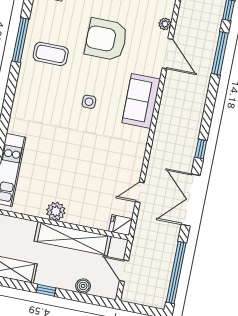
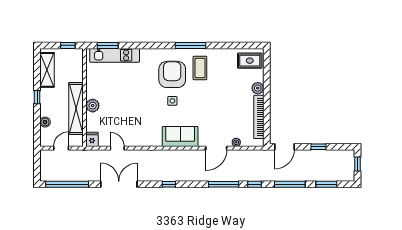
armchair: (106, 39) -> (172, 74), moved
window: (21, 40) -> (191, 45), moved
window: (201, 149) -> (169, 184), moved
plant: (56, 211) -> (93, 106), moved

